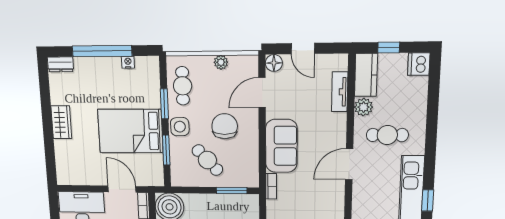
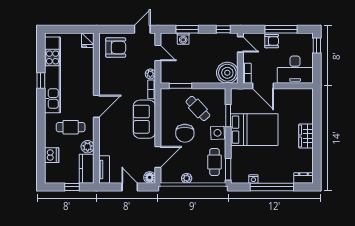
dishwasher: (419, 64) -> (52, 155), moved
tv unit: (340, 92) -> (104, 169), moved
window: (164, 104) -> (228, 169), moved
plant: (273, 207) -> (150, 74), added

